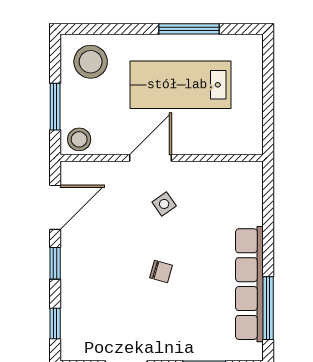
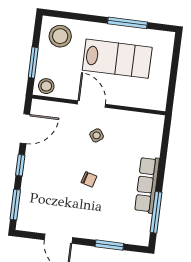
lab bench: (181, 85) -> (117, 59), turned 180
door: (151, 158) -> (91, 104), hinge flipped
row of seats: (249, 284) -> (147, 185), width x0.73
window: (55, 323) -> (15, 205), width x1.50

